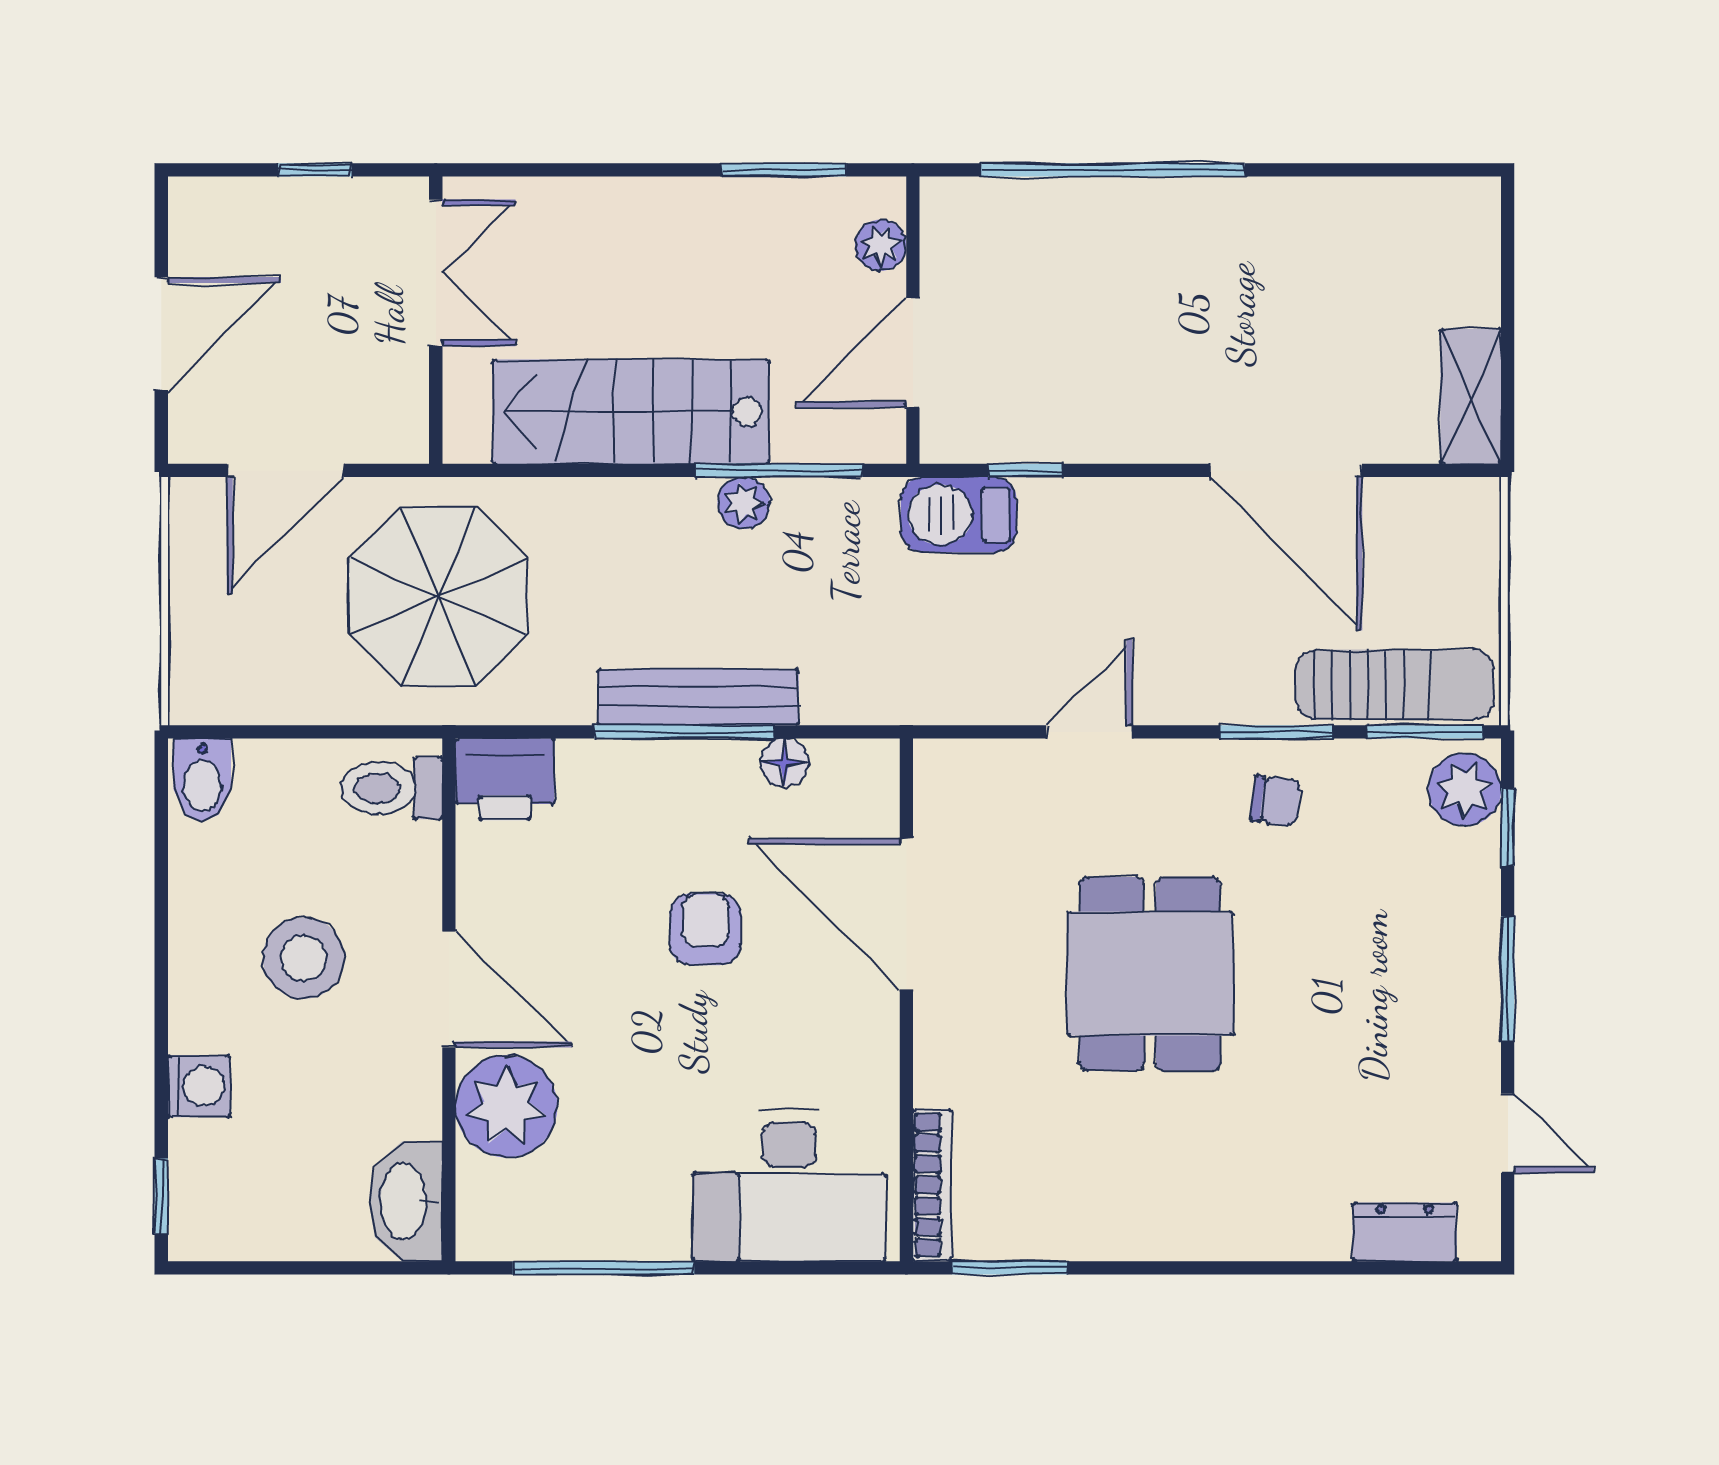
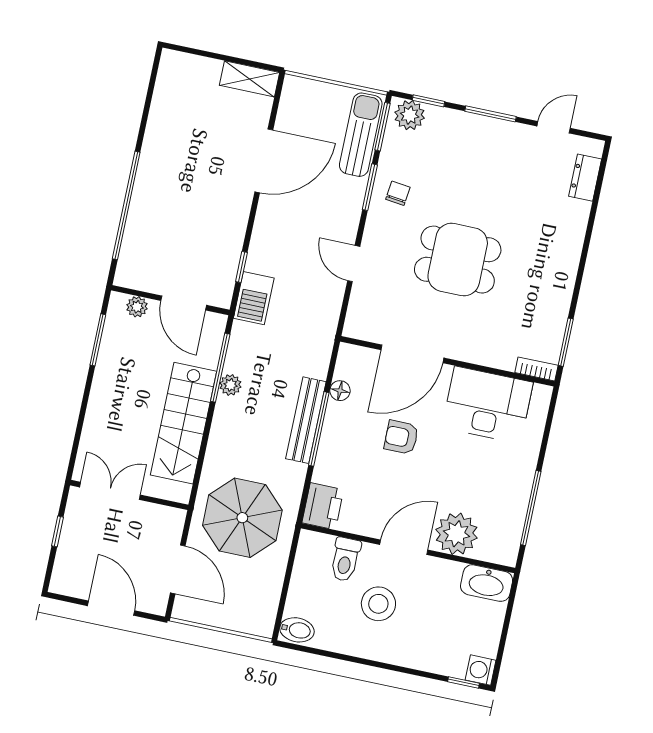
toilet: (391, 788) -> (345, 559), moved
washing machine: (199, 1086) -> (481, 670), moved, turned -90
bookcase: (932, 1185) -> (536, 369), width x0.64
desk: (789, 1186) -> (487, 405), moved, turned -90

